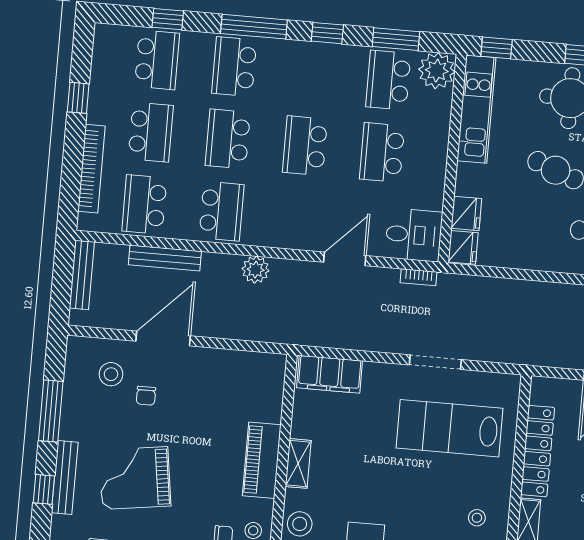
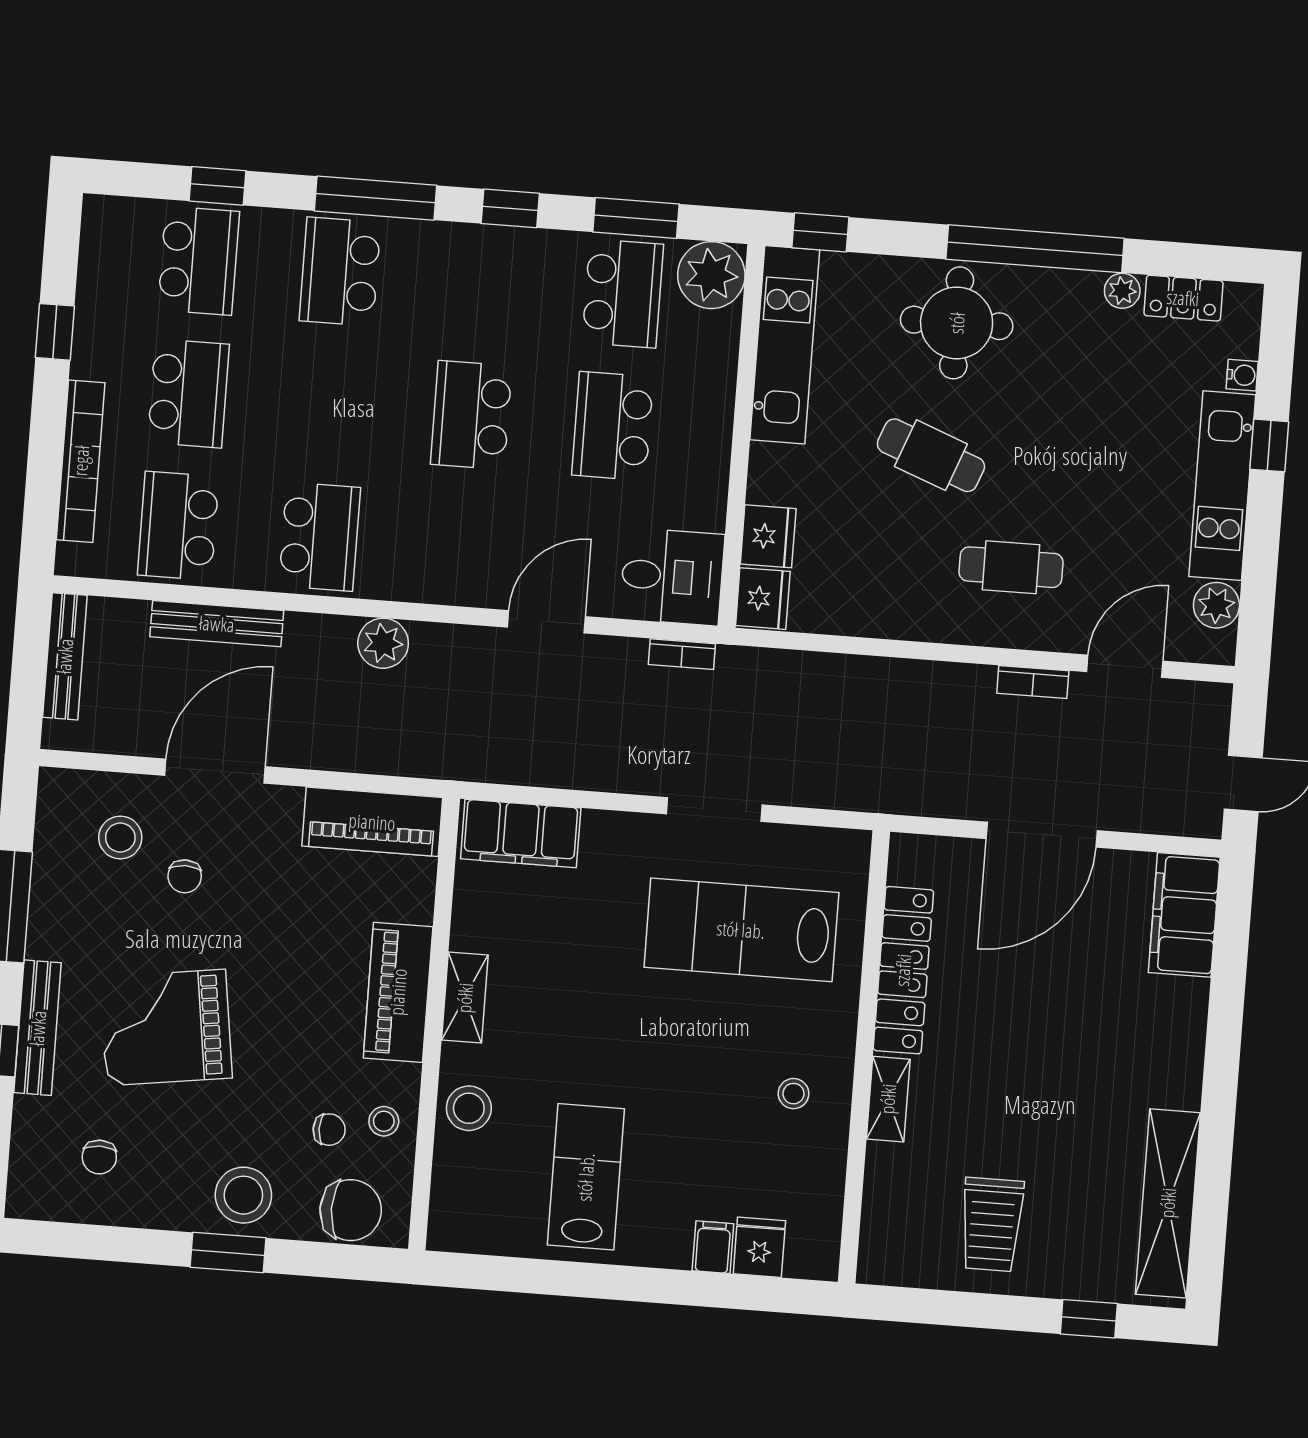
school desk: (388, 80) -> (623, 293), turned 180
school desk: (228, 139) -> (330, 404), removed
piano: (249, 367) -> (372, 822), added

